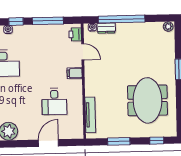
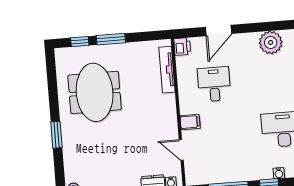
printer: (75, 34) -> (182, 47), moved
window: (119, 141) -> (111, 39), moved

